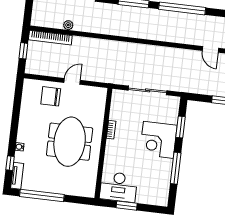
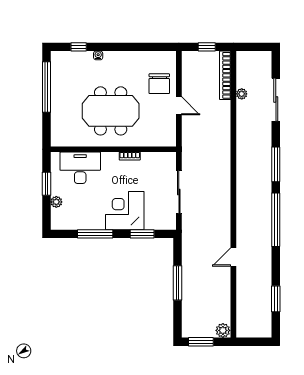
chair: (51, 96) -> (159, 84), turned 180
tv unit: (17, 176) -> (65, 57), removed
desk: (119, 187) -> (80, 168), moved, turned 90
plant: (144, 199) -> (56, 202), added

